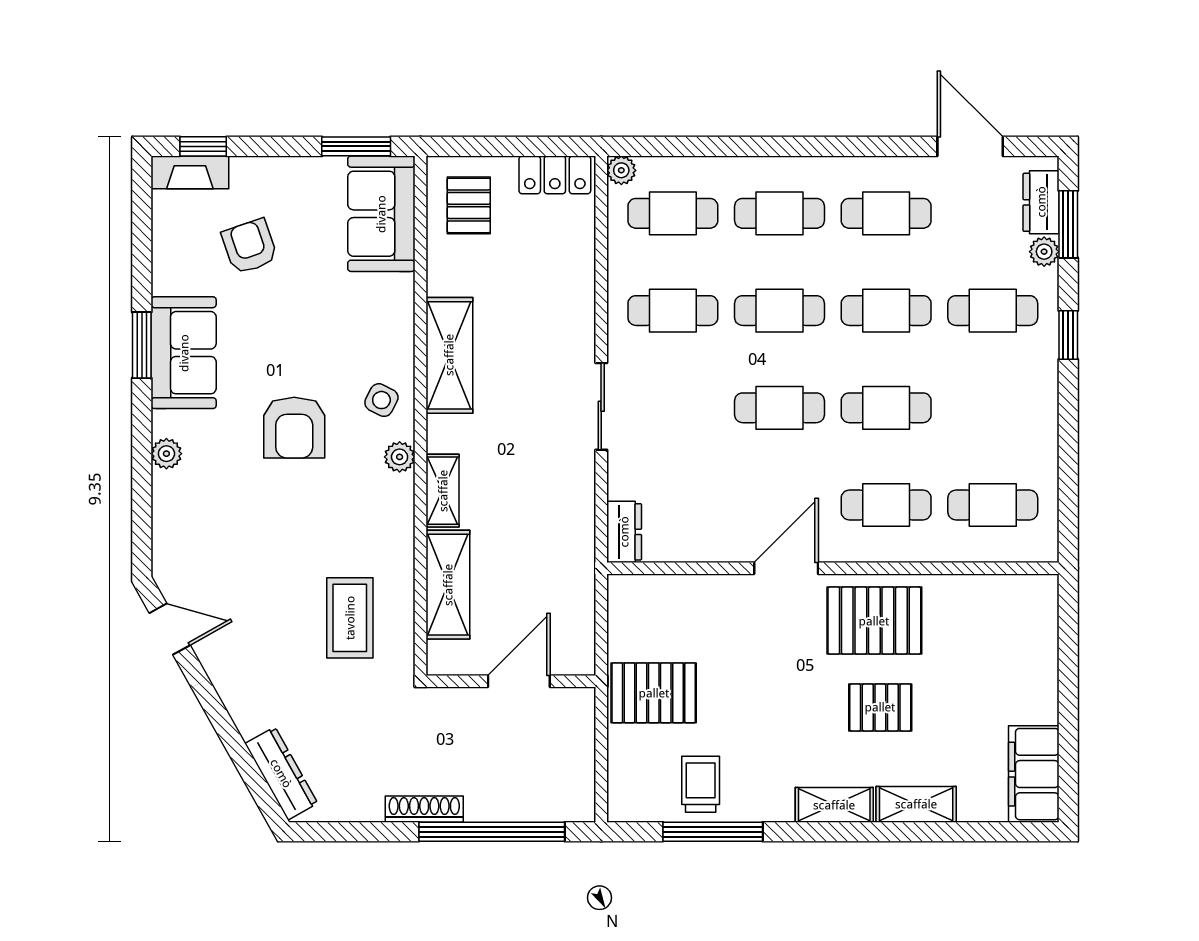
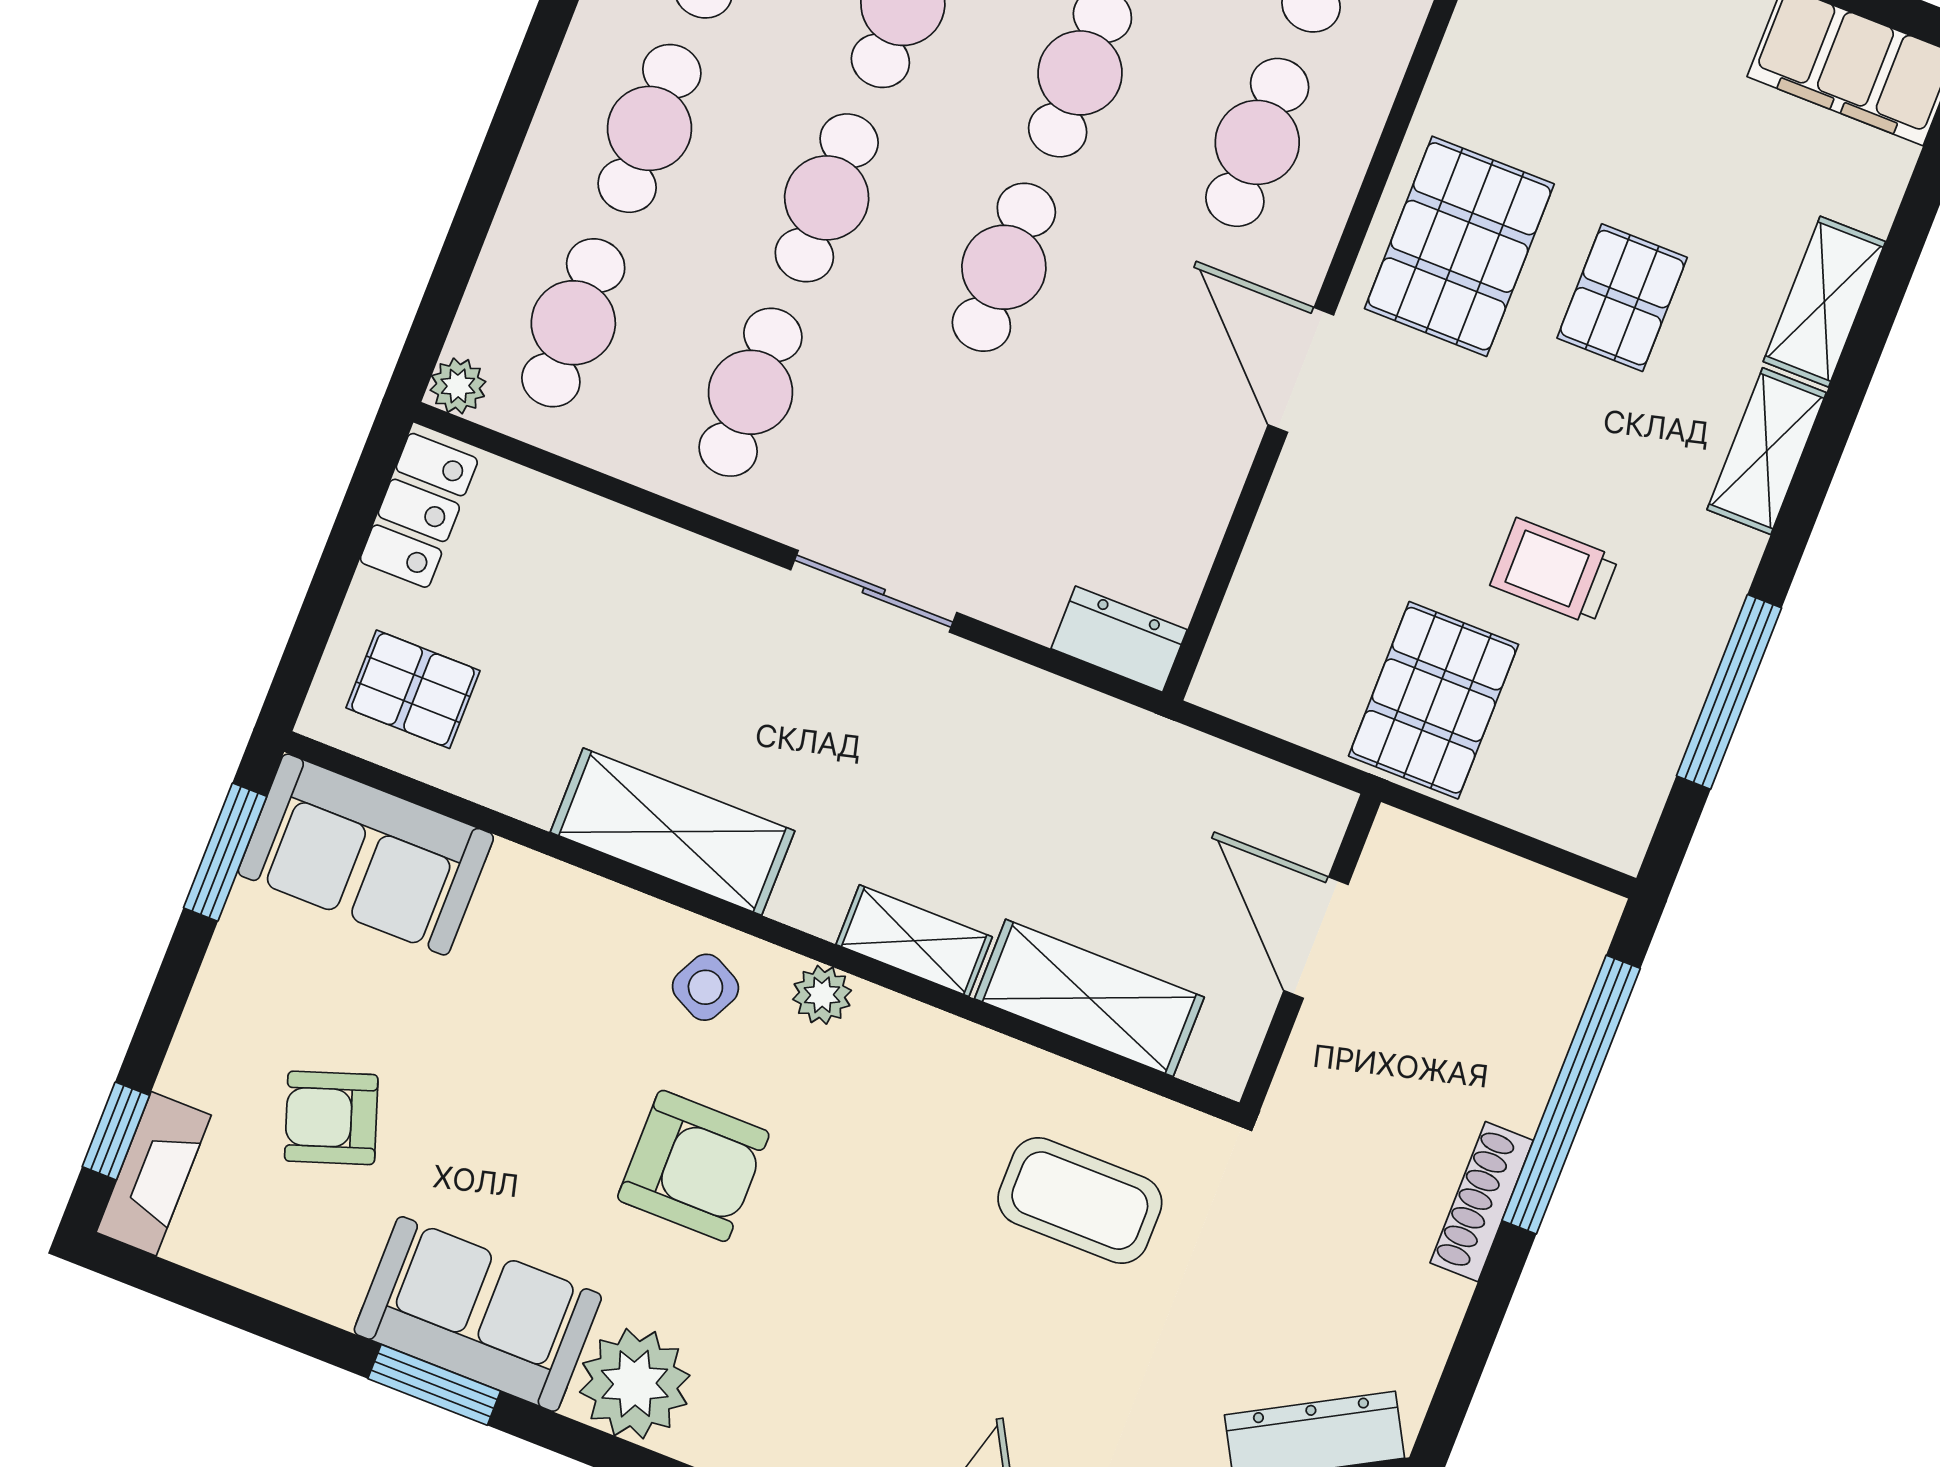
plant: (166, 454) -> (635, 1384), width x1.87, depth x1.87
trolley: (701, 784) -> (1554, 571), moved

